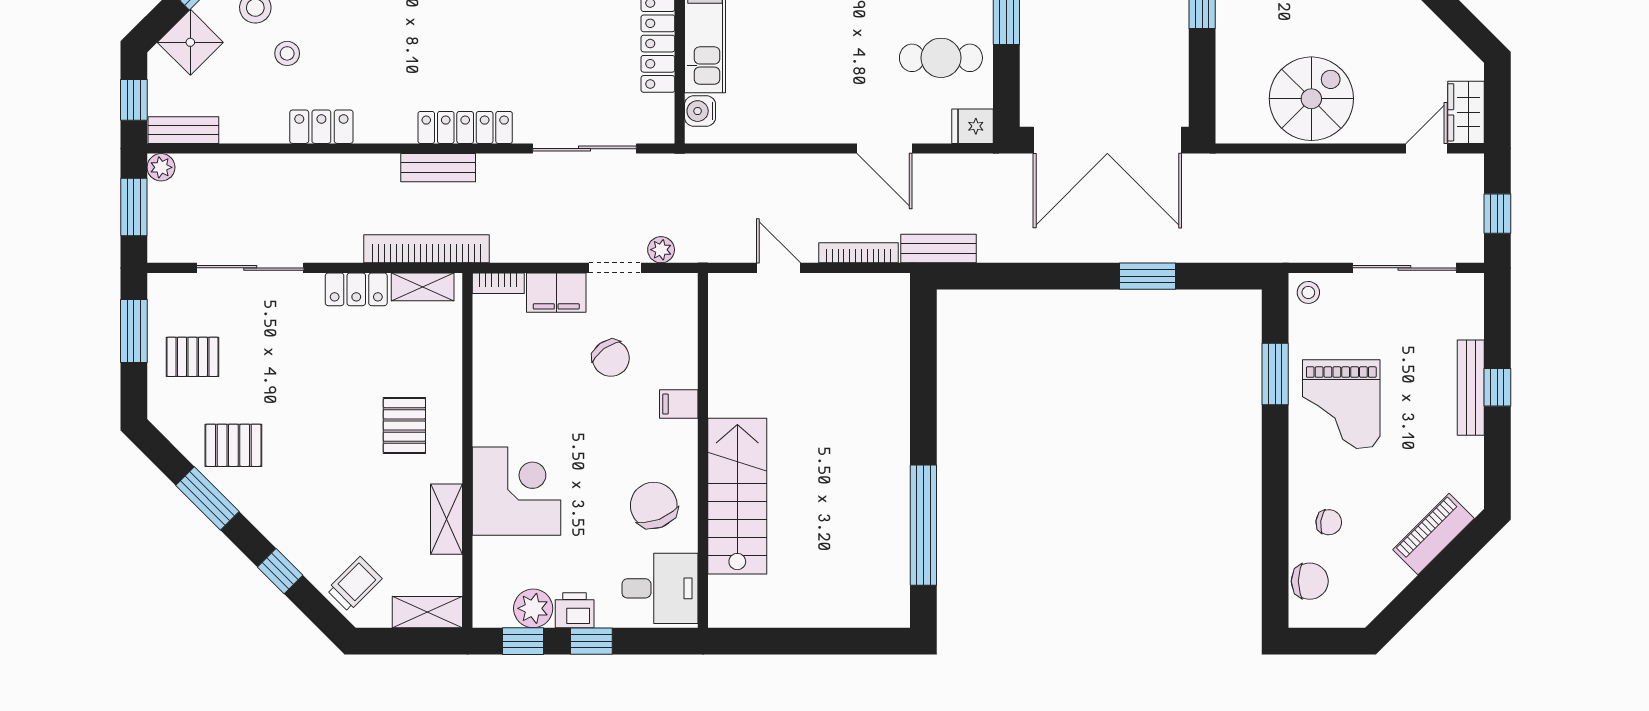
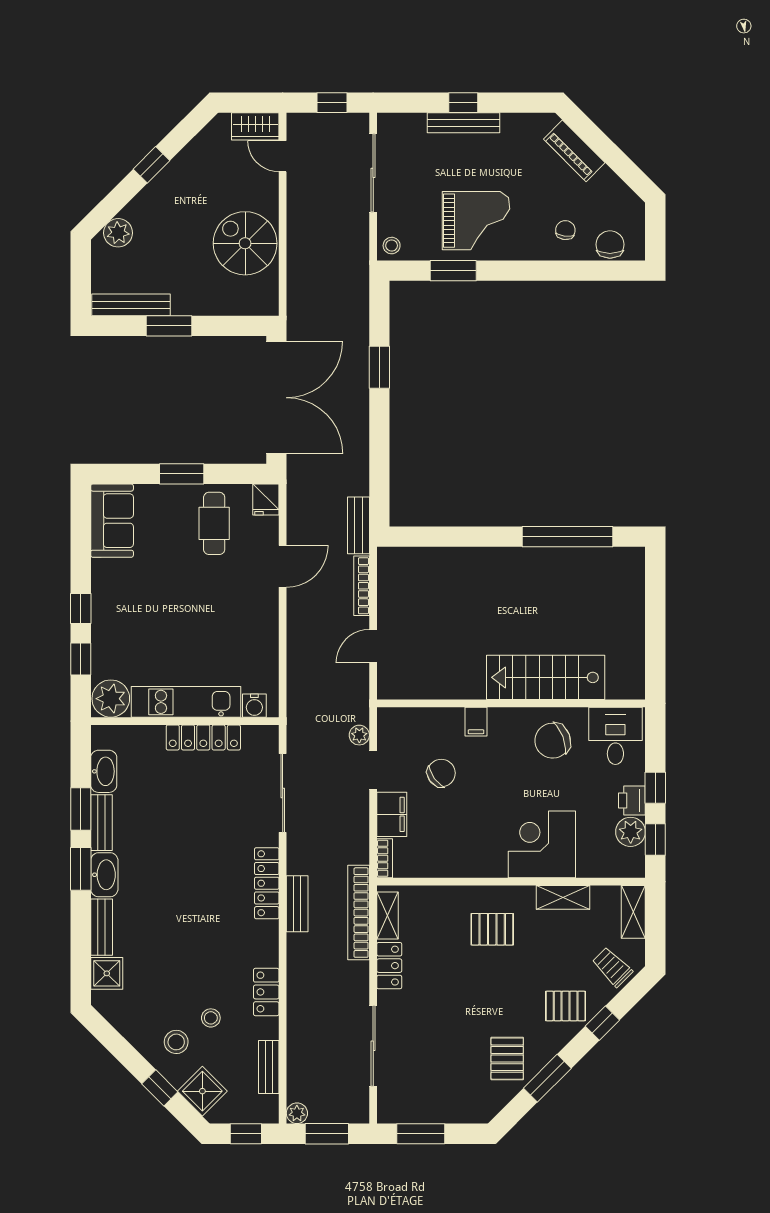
bench: (183, 130) -> (269, 1067), moved
pallet: (192, 357) -> (566, 1006), moved, turned 90

